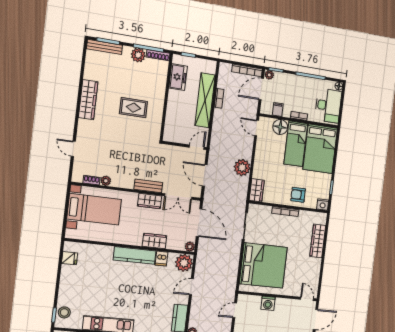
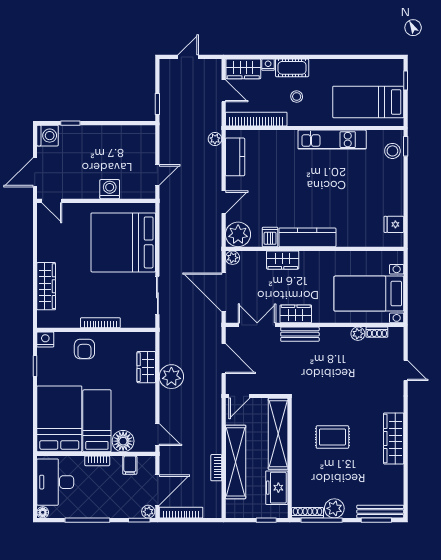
shelving: (173, 116) -> (278, 434), added
wardrobe: (257, 190) -> (146, 367), moved
armchair: (298, 195) -> (84, 349), turned 90

